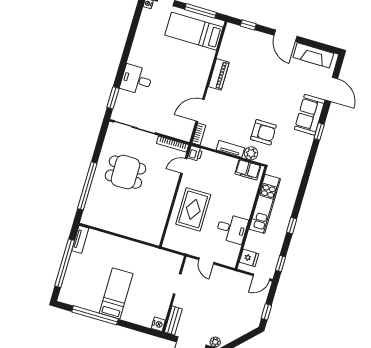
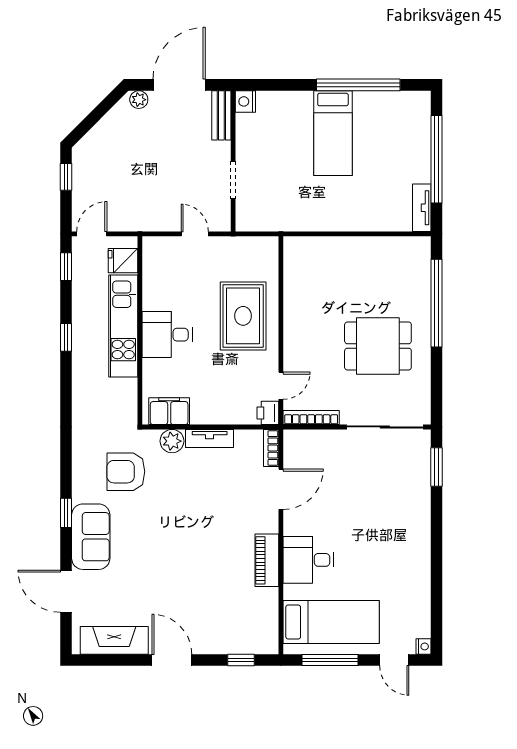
desk: (136, 80) -> (308, 560), moved, turned 180
armchair: (263, 132) -> (126, 472), moved
kitchen unit: (265, 204) -> (123, 326), moved
desk: (232, 229) -> (167, 335), moved

